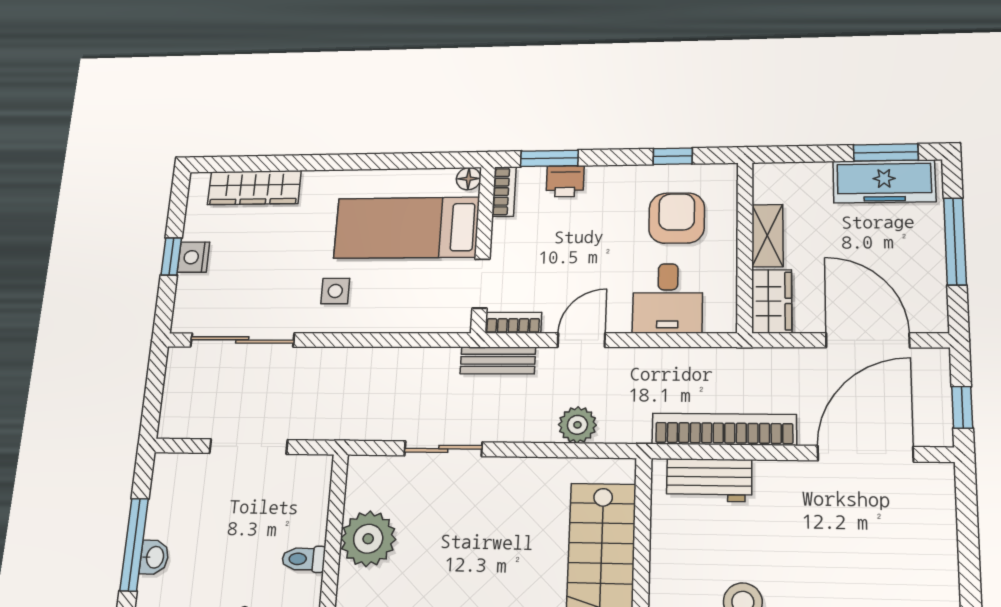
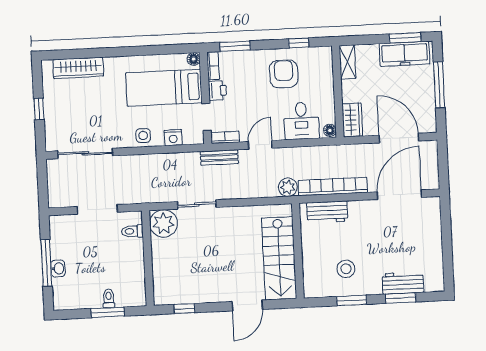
printer: (565, 181) -> (217, 91), moved, turned -90
armchair: (677, 218) -> (284, 74), moved
shelving: (767, 236) -> (347, 62), moved
nightstand: (194, 257) -> (173, 138), moved, turned -90
side table: (335, 291) -> (143, 136), moved
floor lamp: (724, 319) -> (330, 130), added
window: (962, 407) -> (443, 169), removed
plant: (577, 425) -> (288, 187), moved
plant: (368, 539) -> (164, 223), moved
toilet: (304, 559) -> (132, 231), moved

